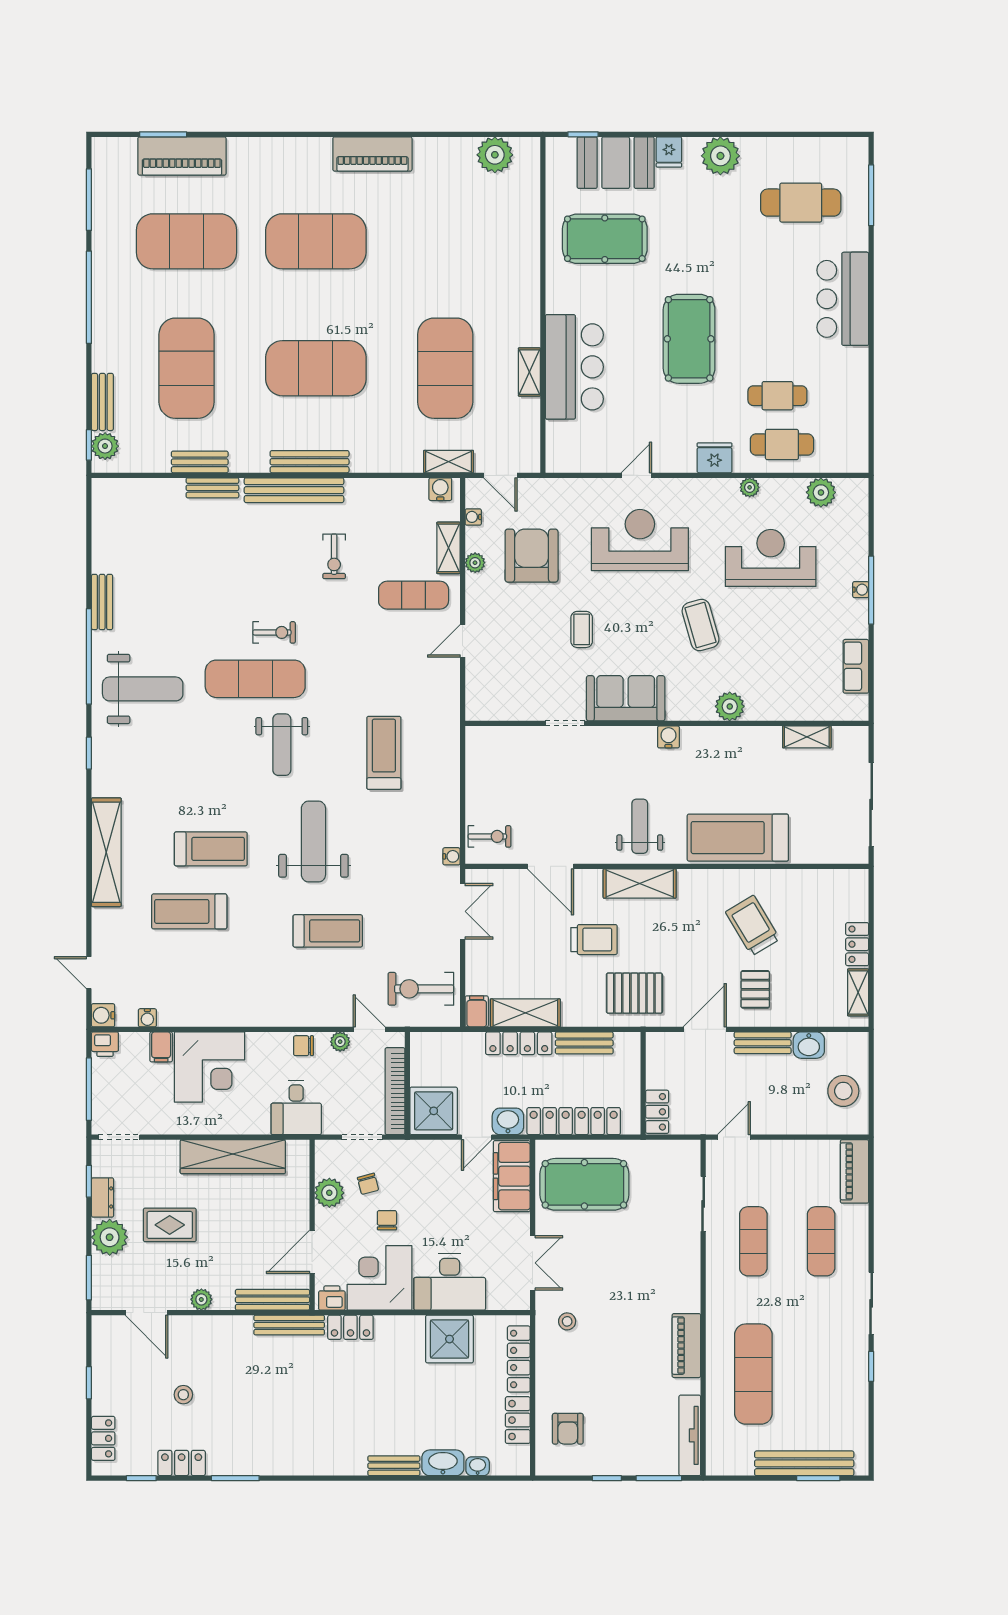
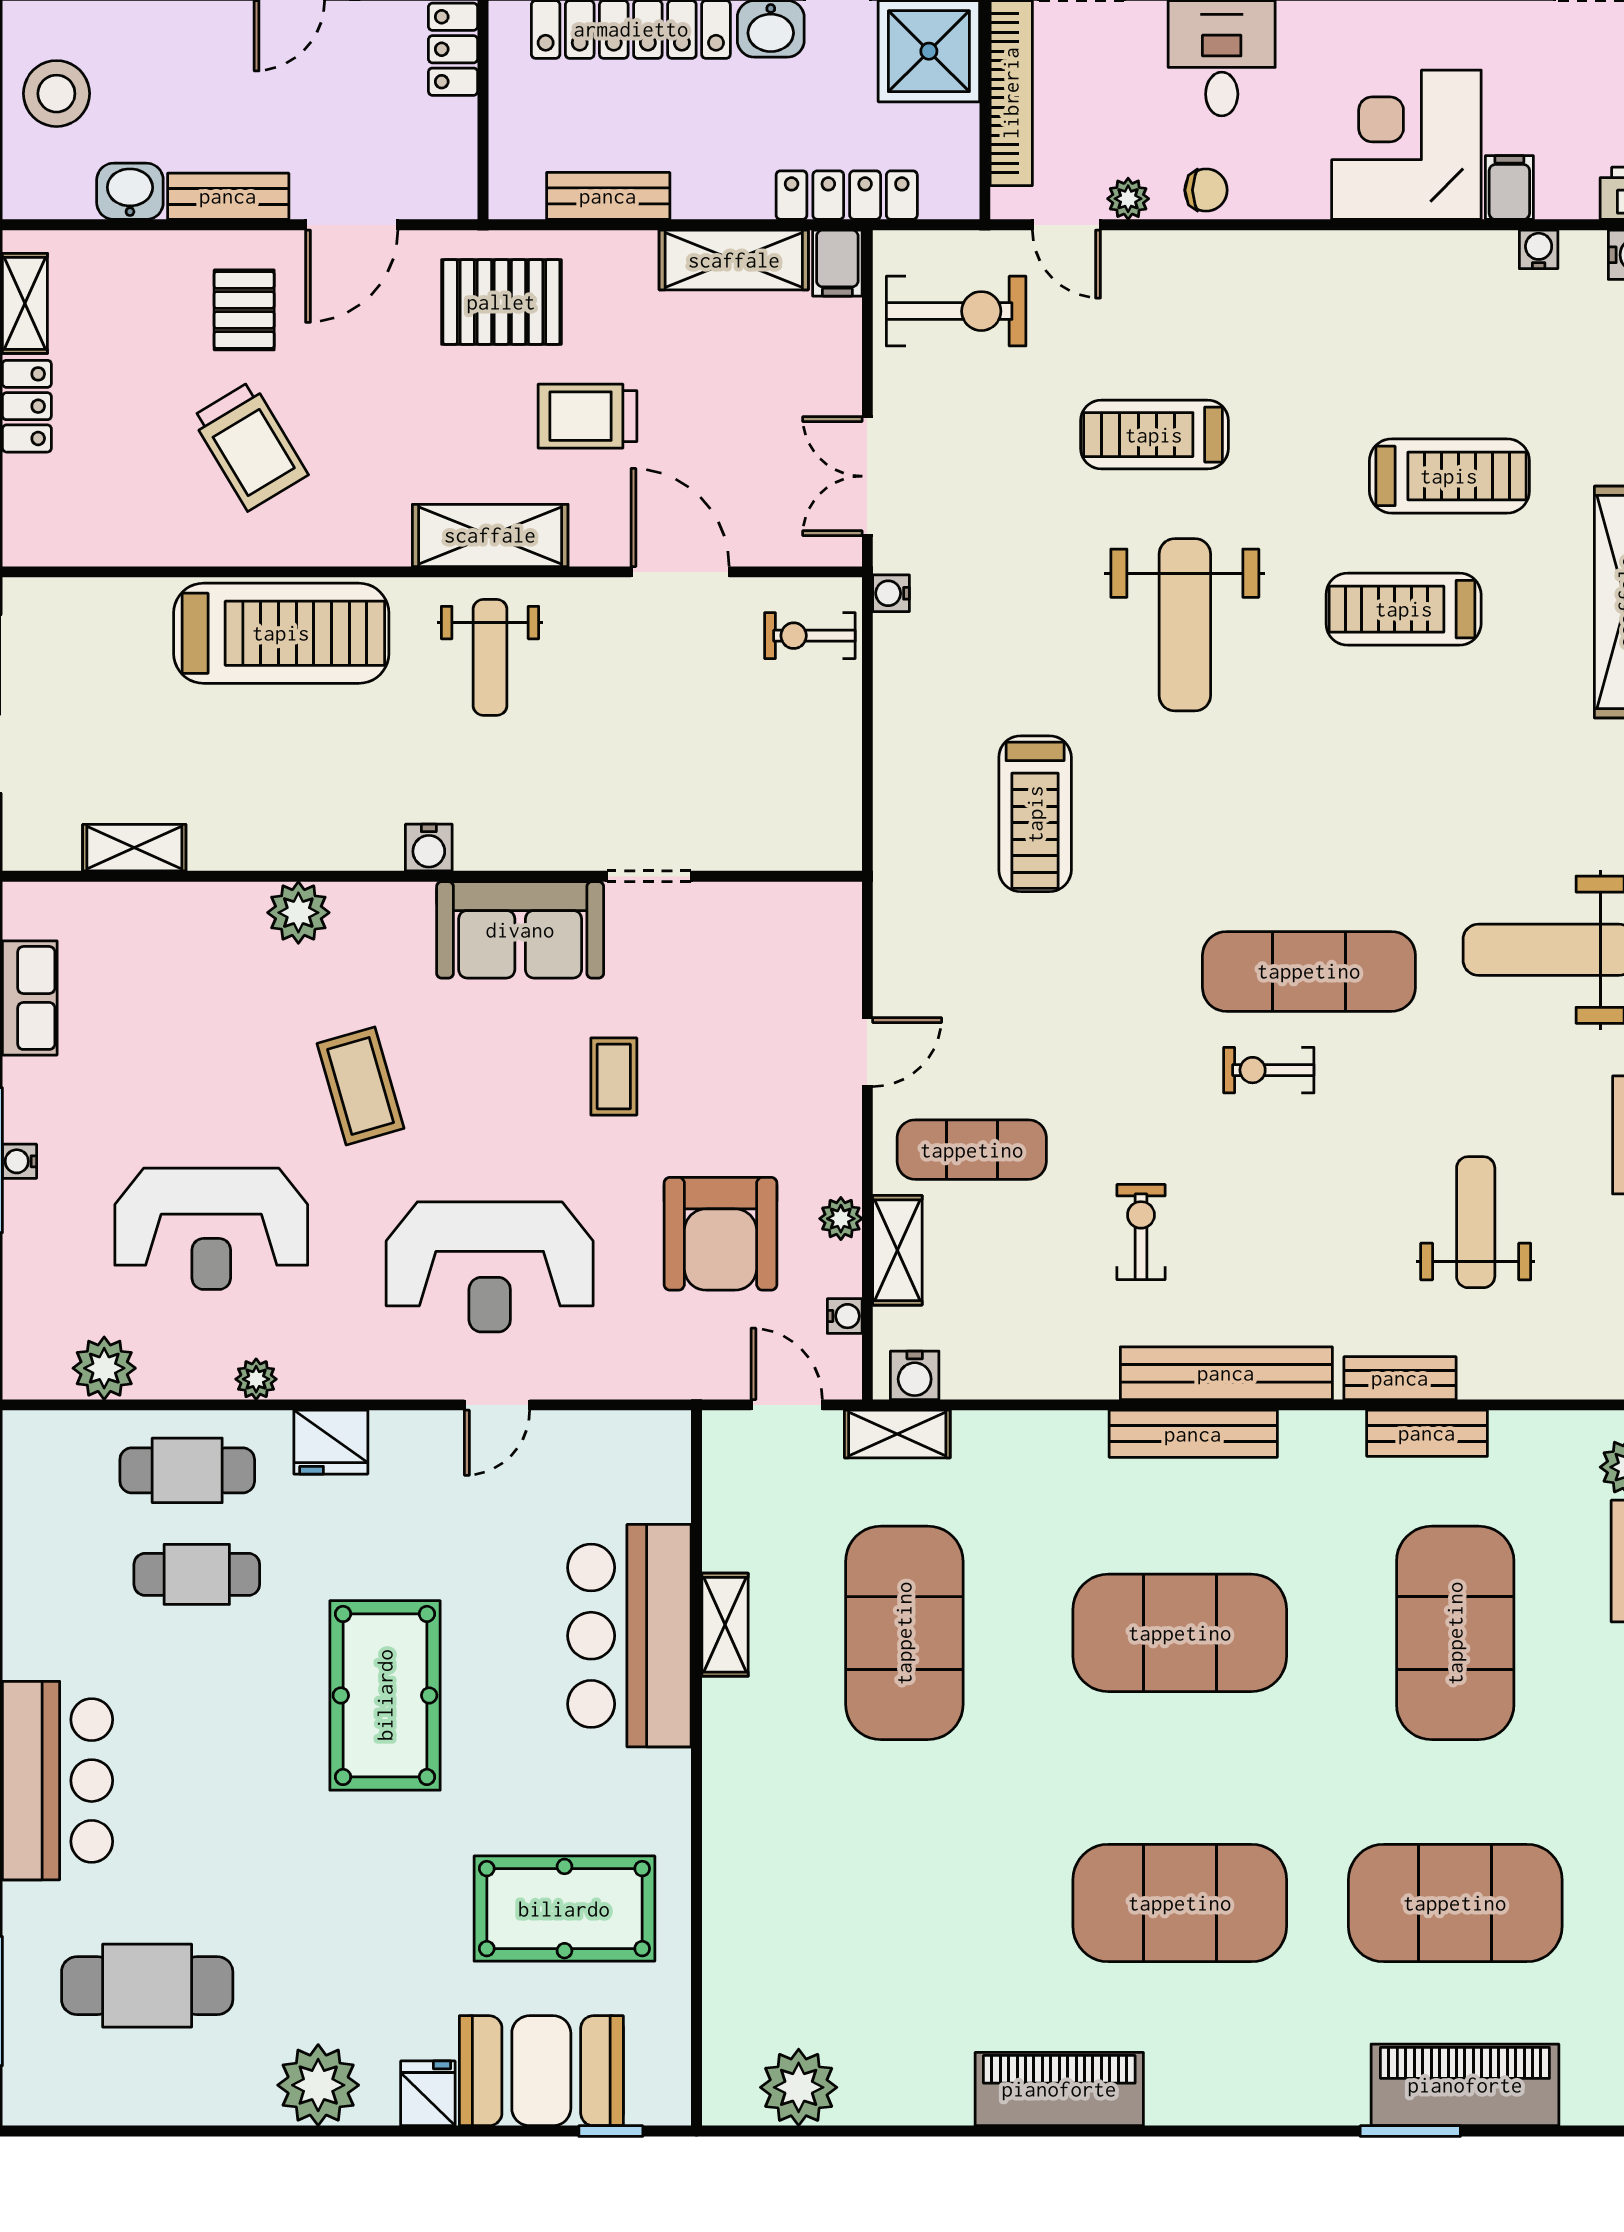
window: (163, 134) -> (1410, 2131), moved
weight bench: (282, 745) -> (1476, 1222), moved
locker: (519, 1043) -> (847, 195), moved

